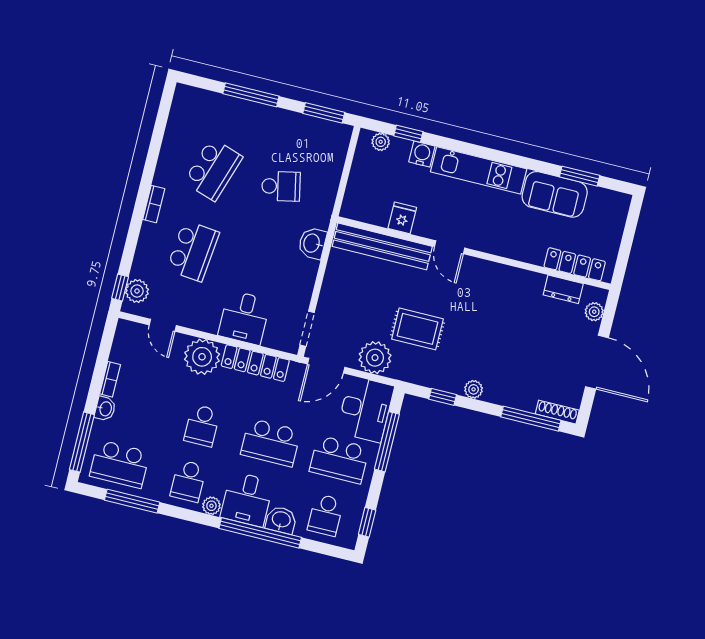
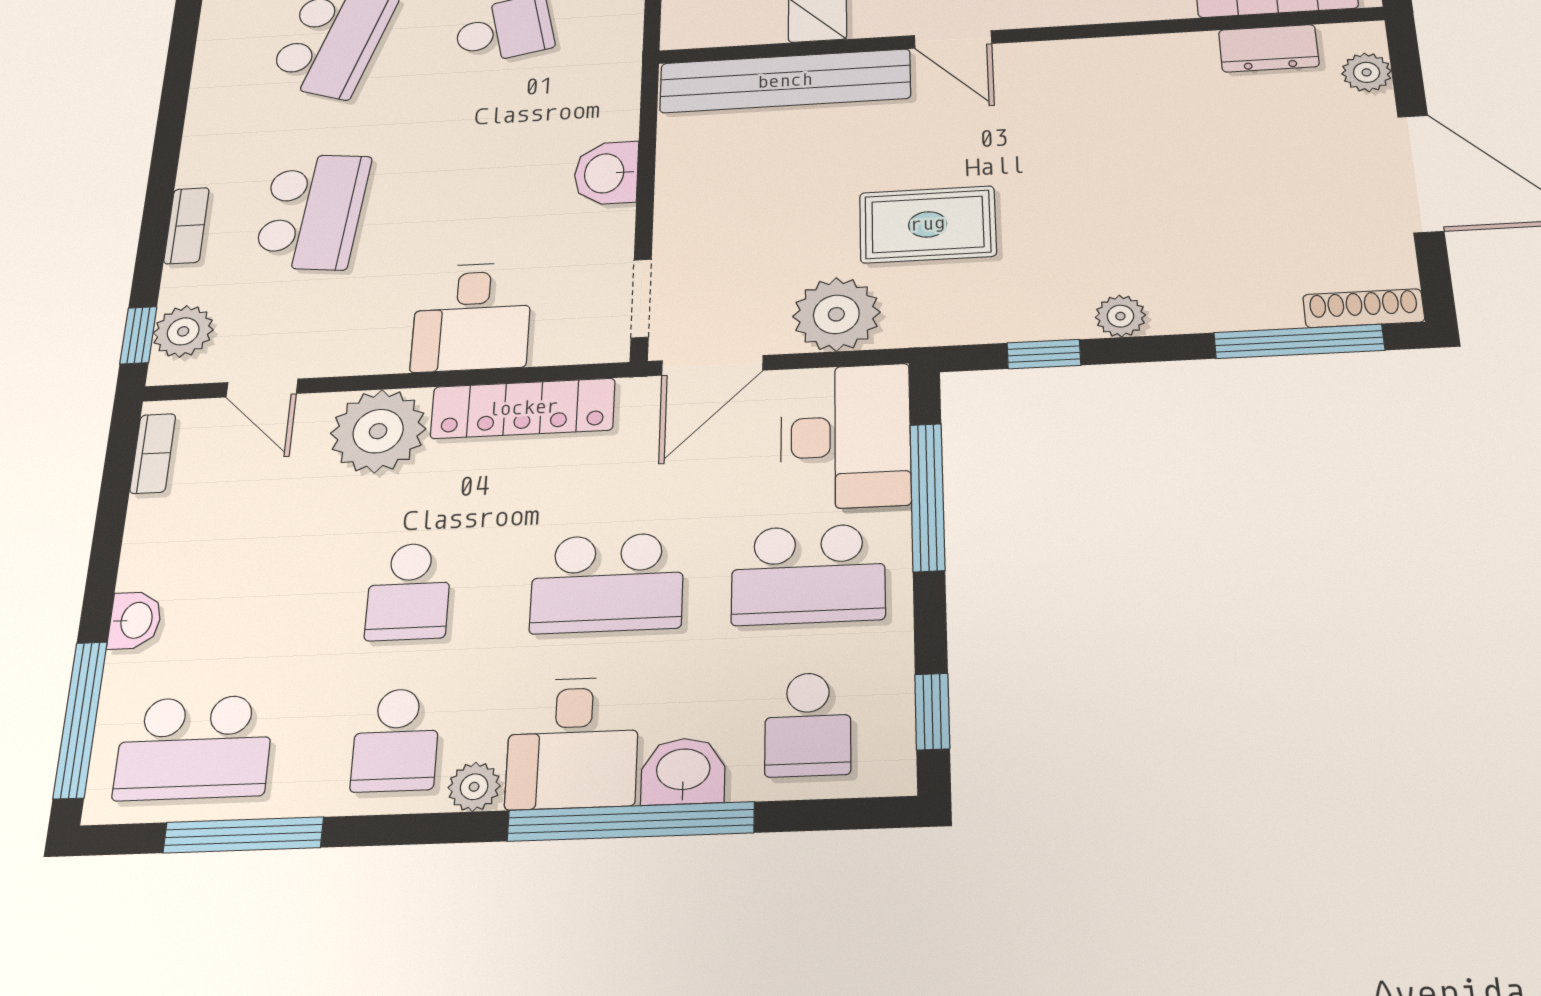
bookcase: (154, 204) -> (187, 226), moved
washbasin: (312, 243) -> (606, 173), moved
bookcase: (110, 379) -> (153, 453), moved

